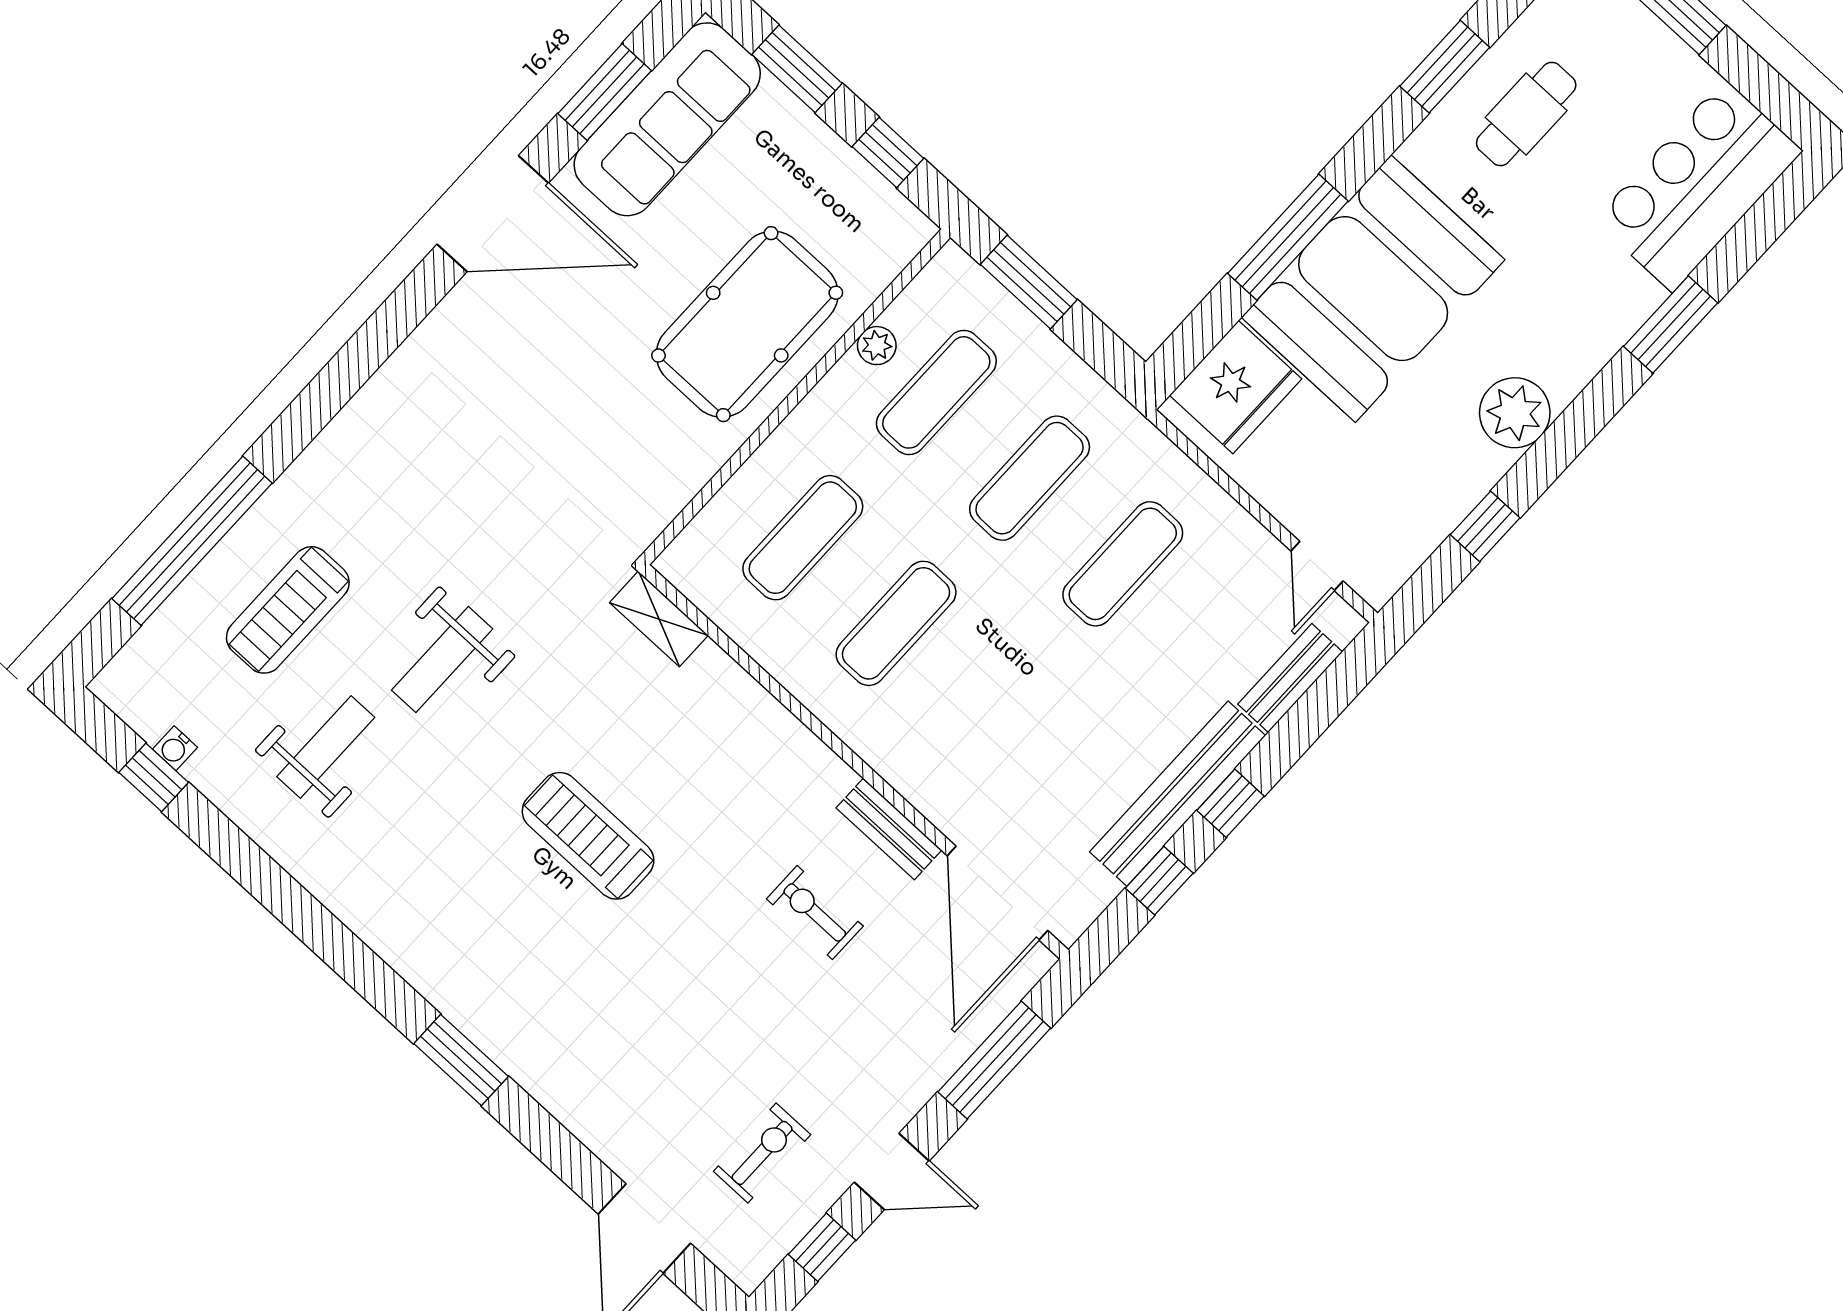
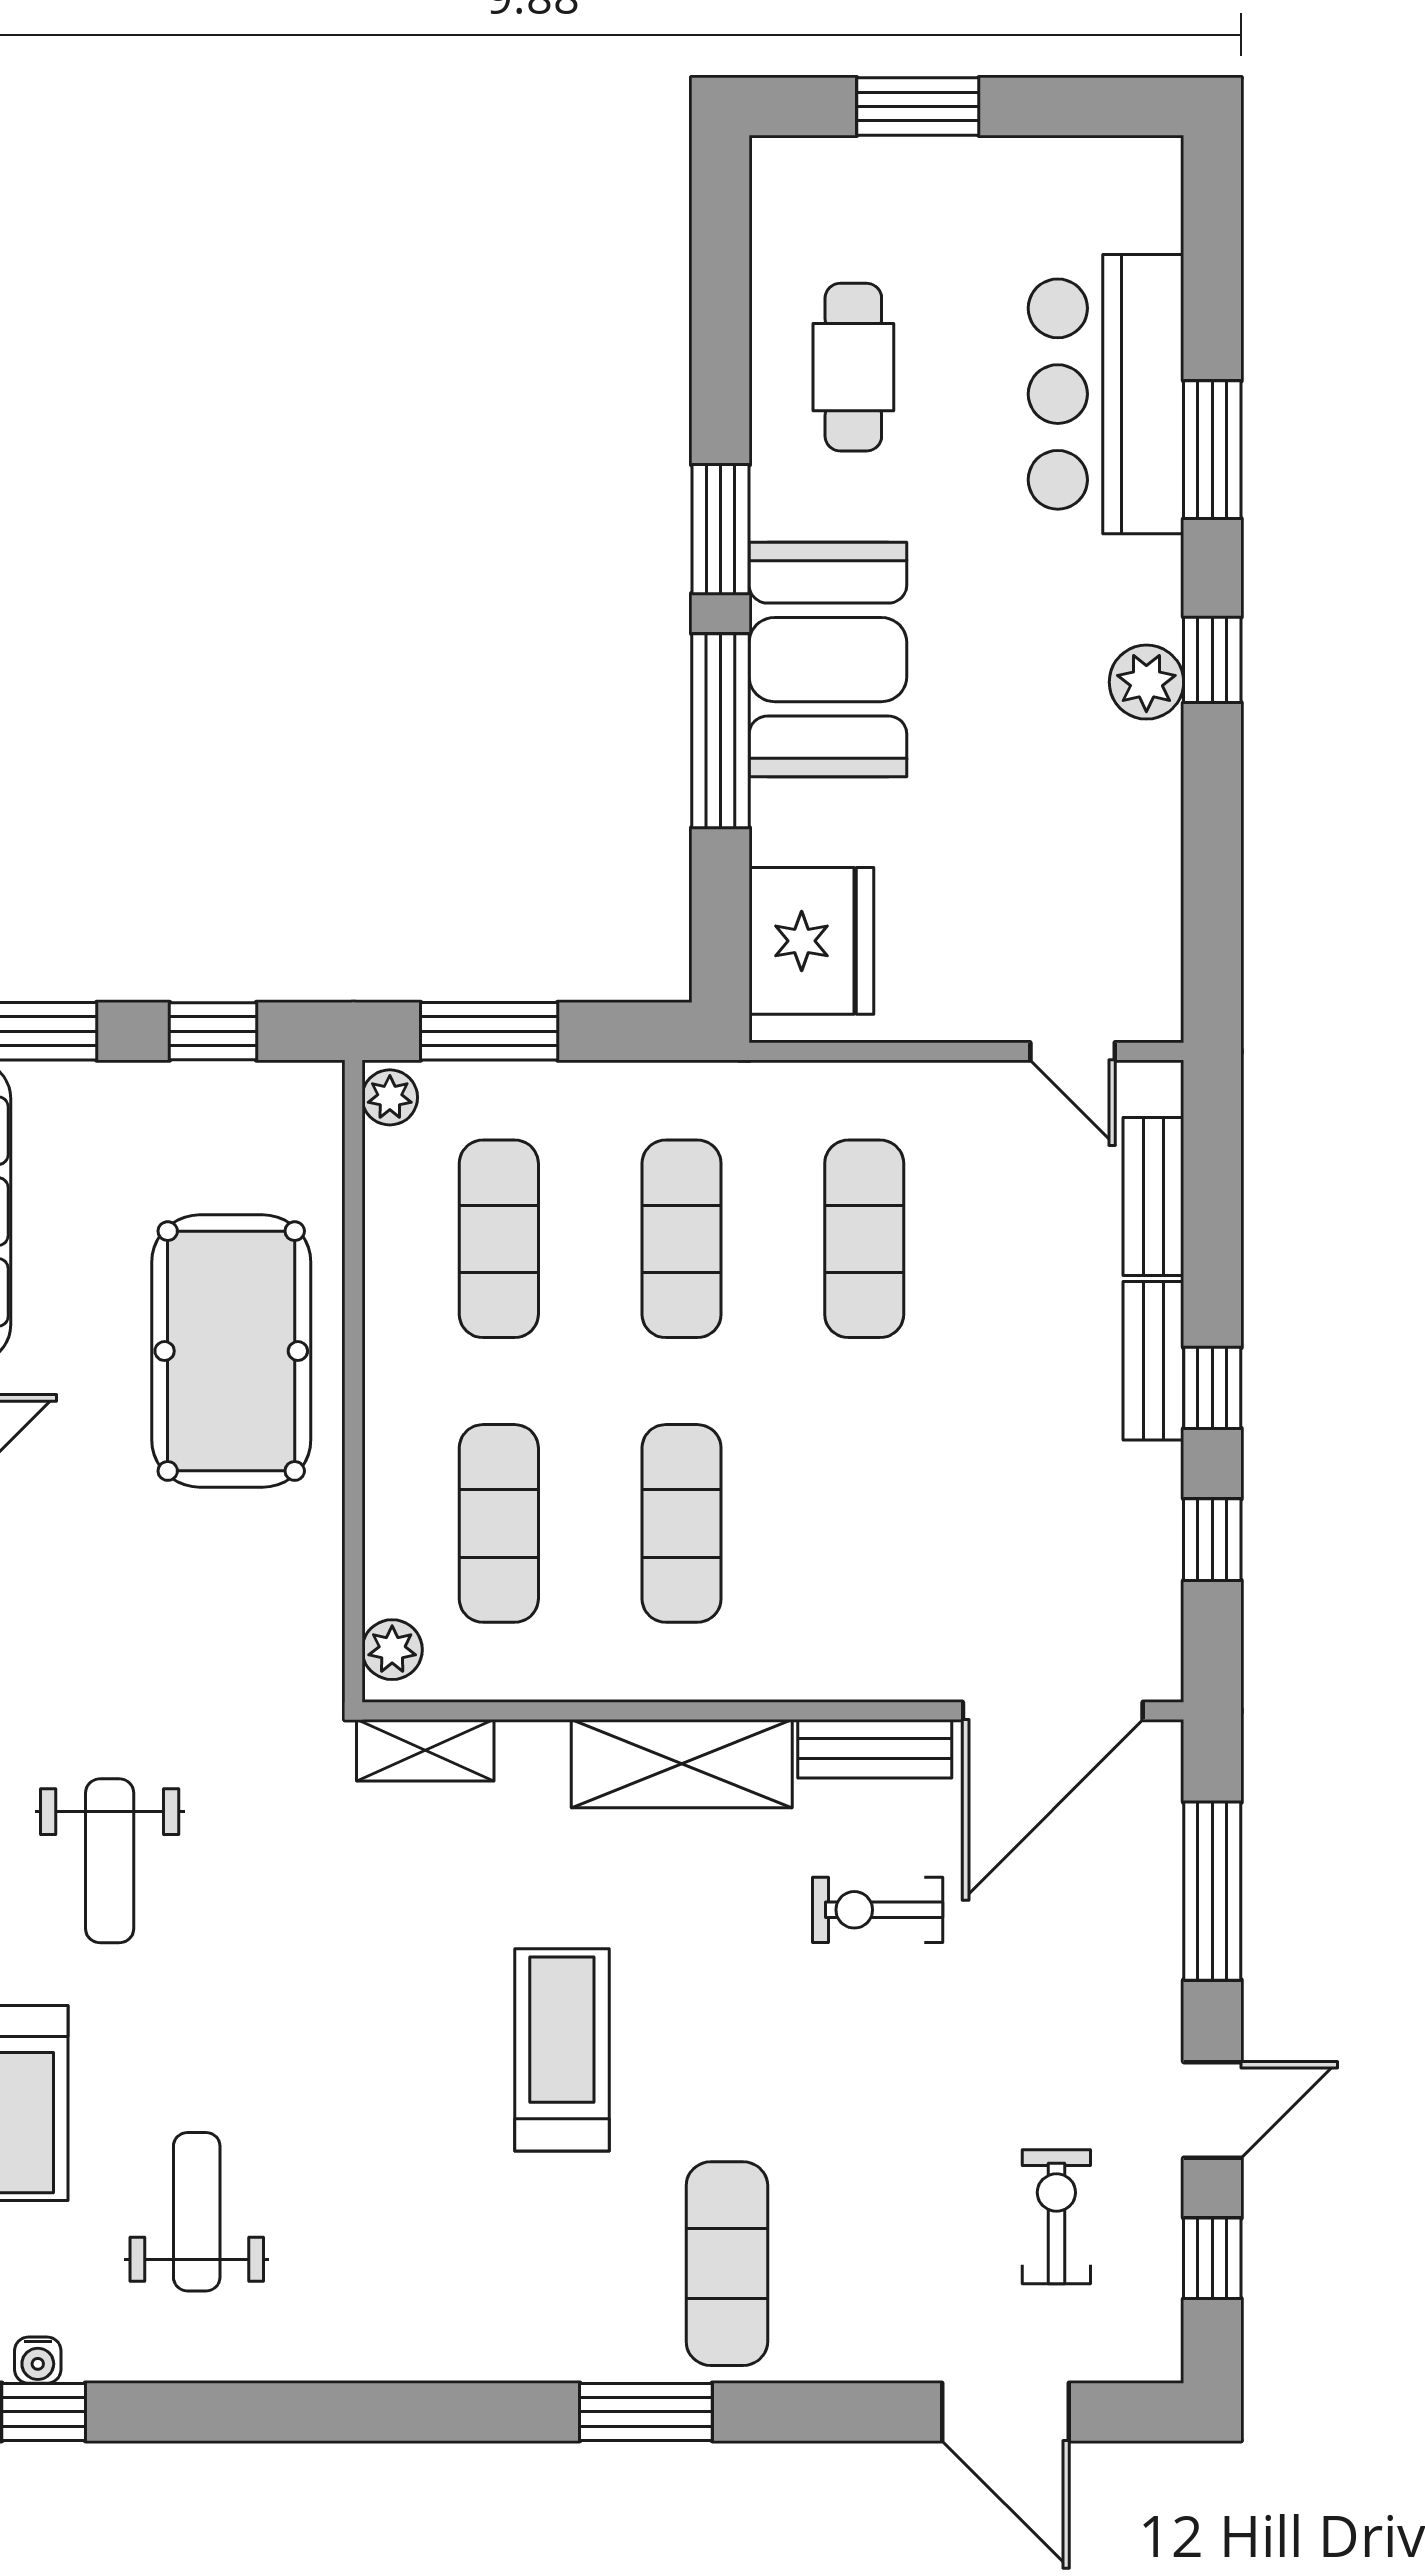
window: (1445, 67) -> (721, 529), moved
bar counter: (1698, 186) -> (1106, 394), moved
booth: (1373, 289) -> (828, 660), width x0.73, depth x0.70
plant: (877, 346) -> (390, 1097), moved
plant: (1515, 413) -> (1146, 682), width x0.73, depth x0.73
window: (1485, 526) -> (1212, 660), moved
plant: (689, 552) -> (392, 1650), added
weight bench: (442, 660) -> (110, 1861), moved
shelving: (783, 746) -> (682, 1764), added
bench: (1178, 794) -> (1153, 1361), width x0.54, depth x0.82
treadmill: (588, 836) -> (562, 2050), turned 90
door: (997, 893) -> (1053, 1711), hinge flipped
exercise mat: (572, 1022) -> (727, 2264), added

